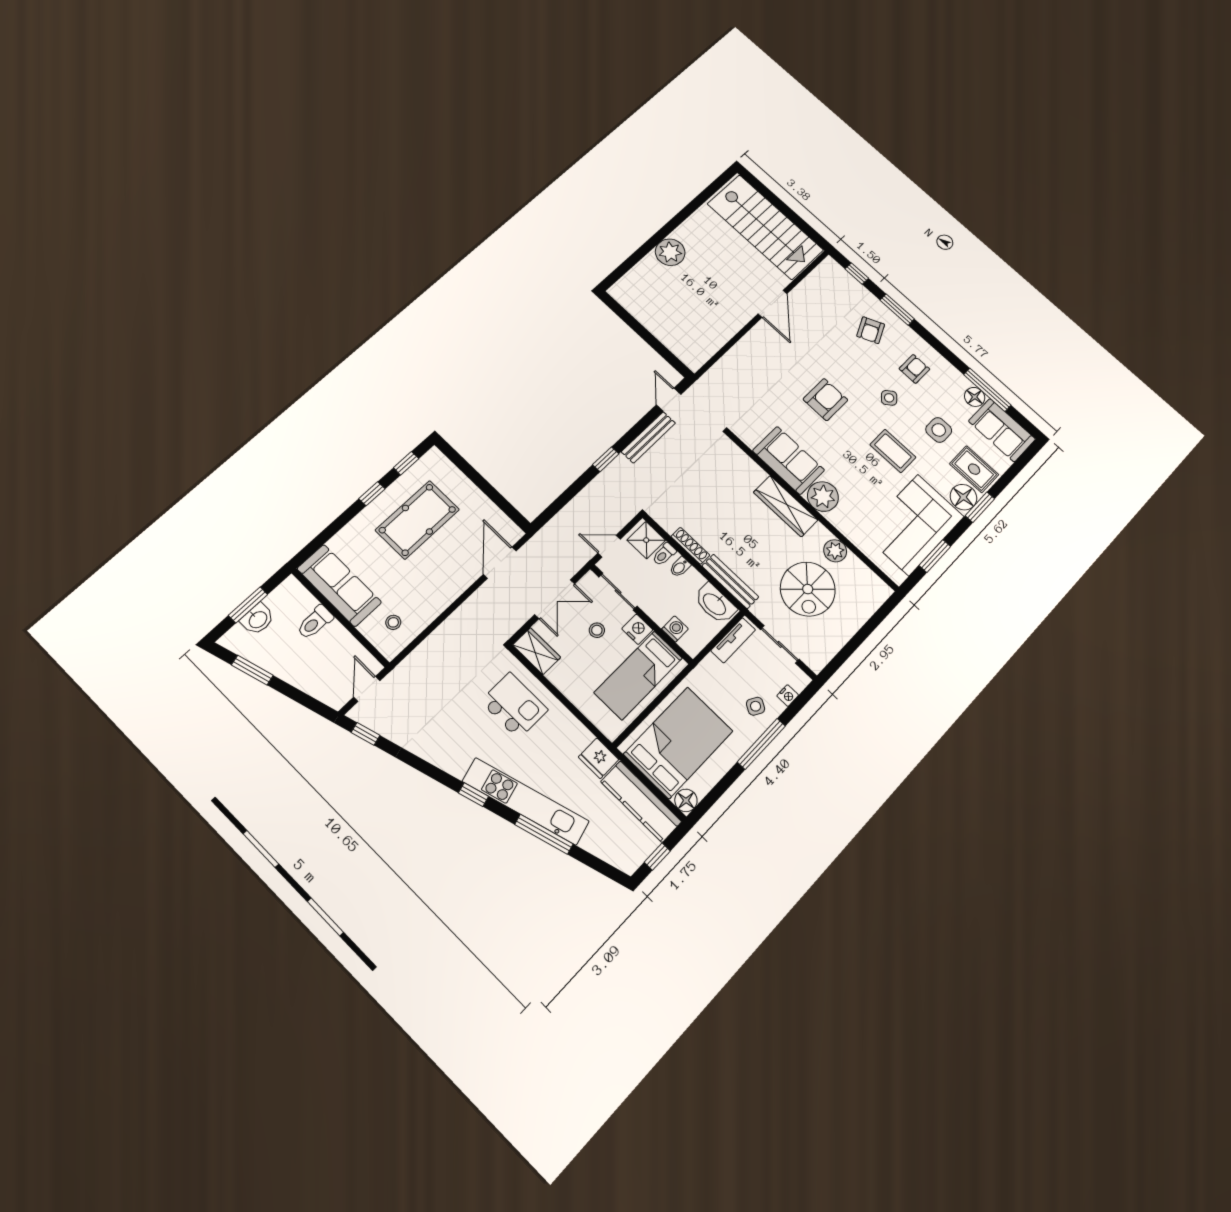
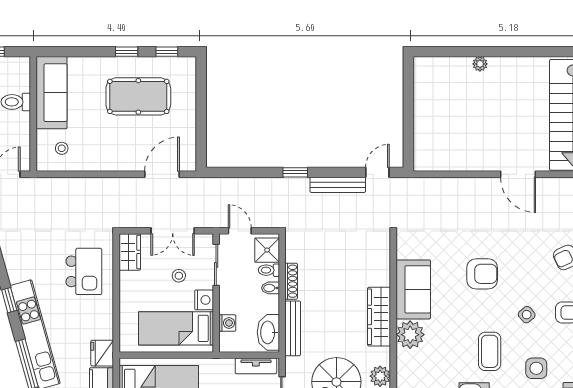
plant: (670, 252) -> (480, 64), width x0.53, depth x0.53
door: (773, 304) -> (518, 174), hinge flipped

